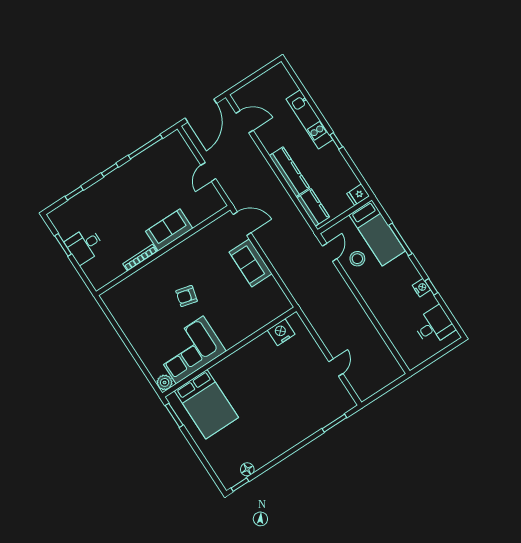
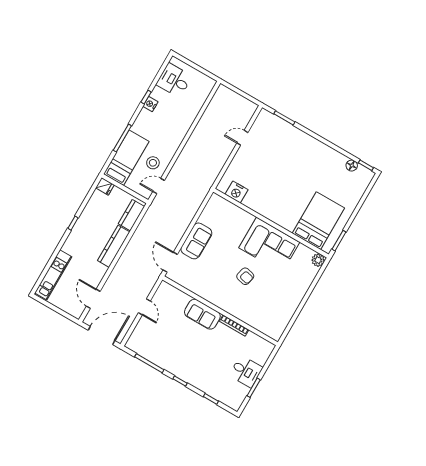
kitchen unit: (309, 119) -> (53, 275), moved
door: (208, 172) -> (144, 307), hinge flipped
corner sofa: (190, 350) -> (269, 245), moved

